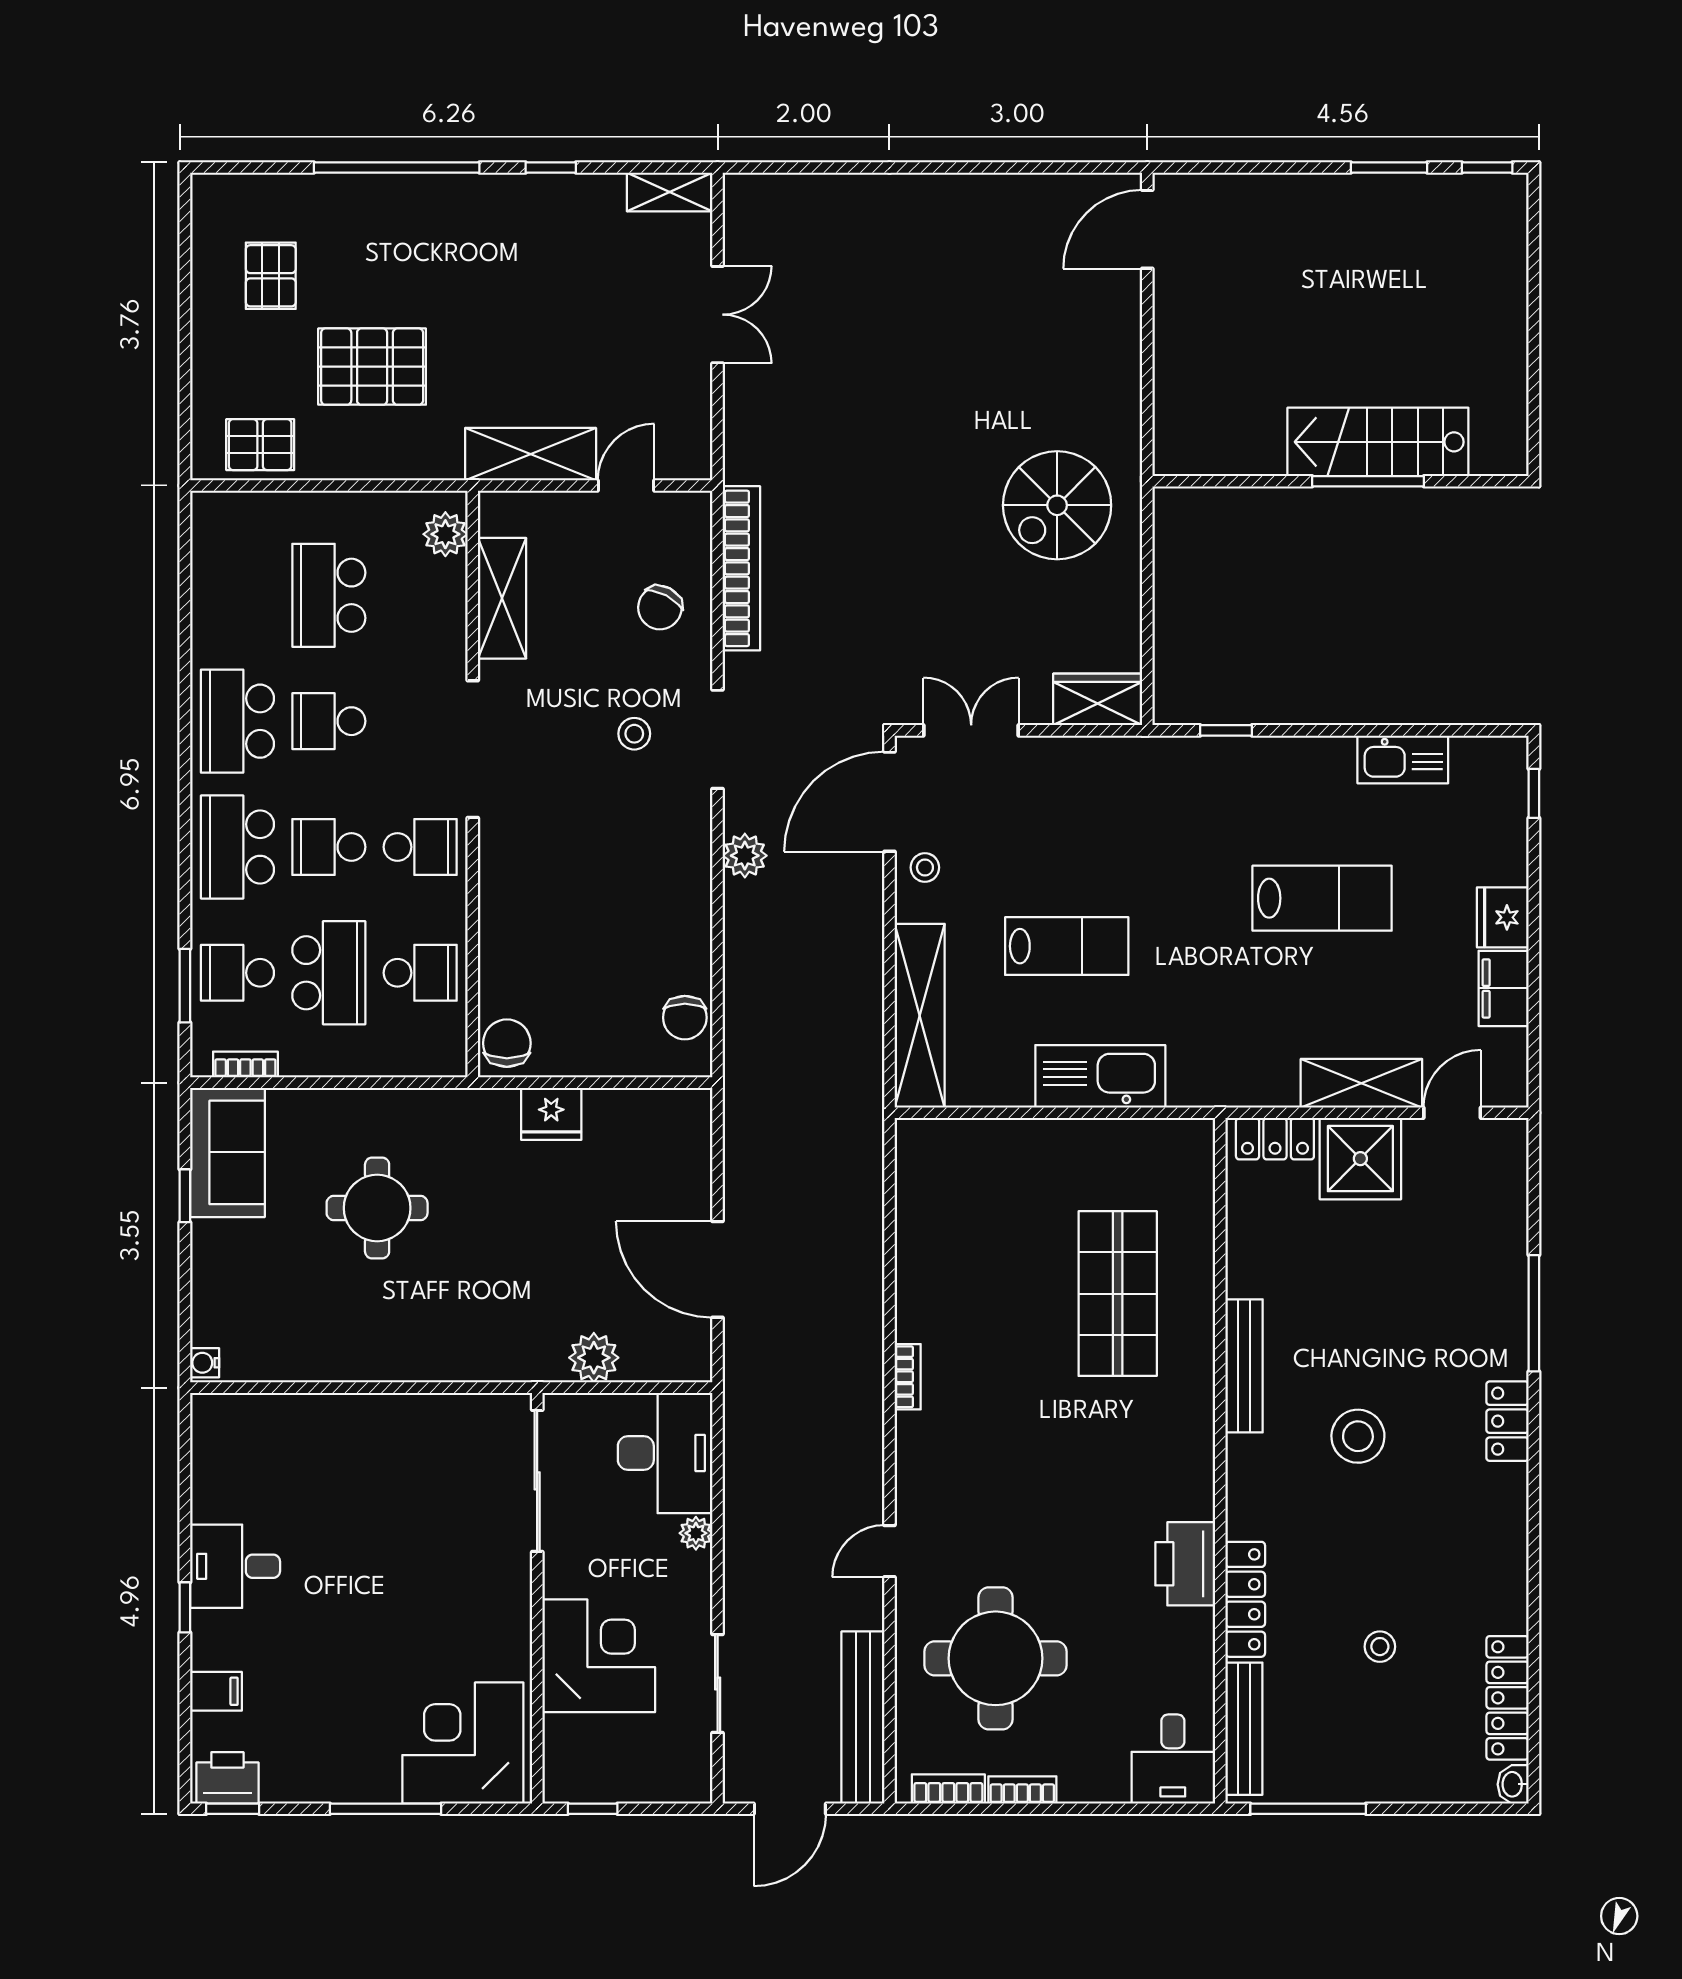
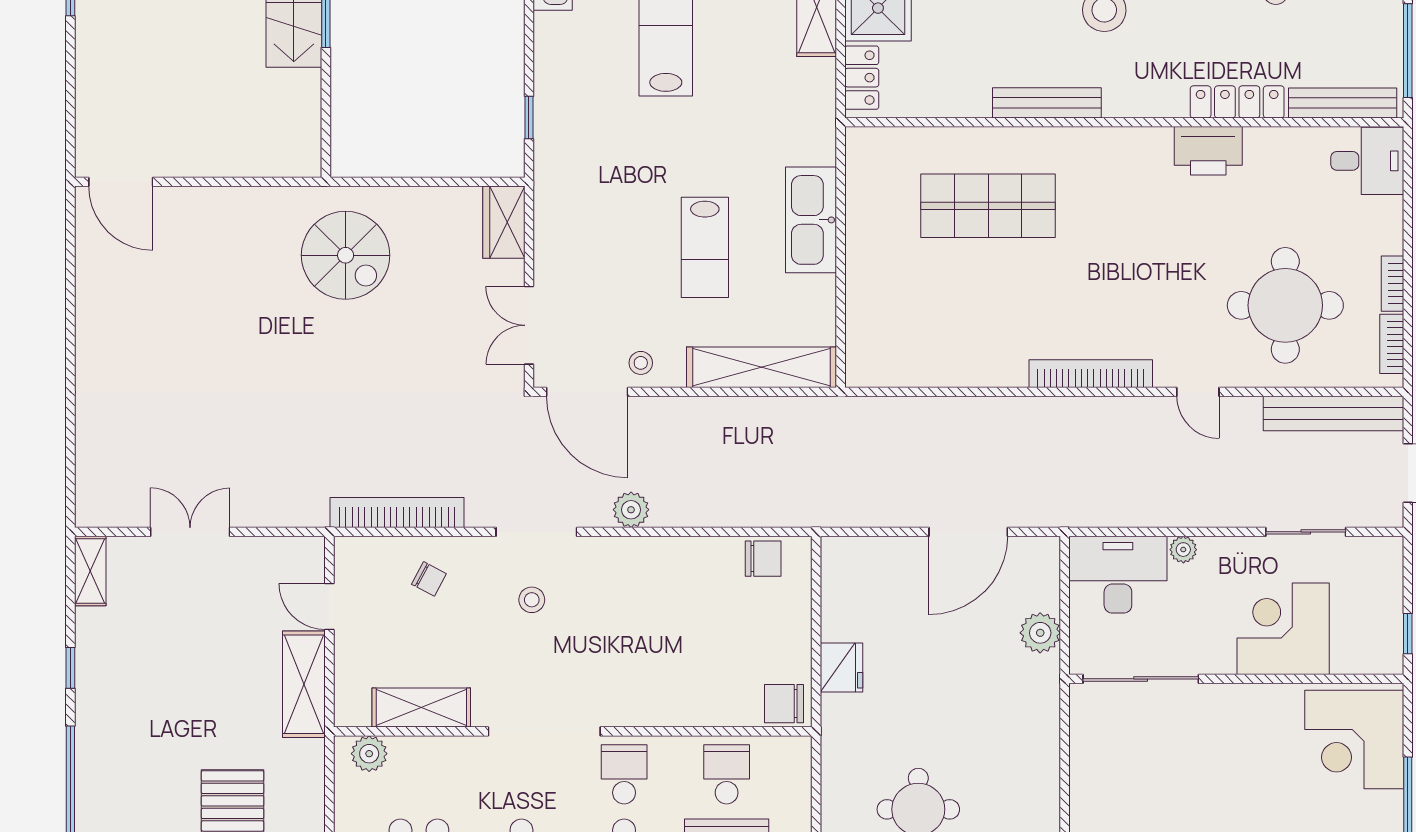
chair: (660, 608) -> (429, 579), width x0.73, depth x0.73
lab bench: (1067, 946) -> (705, 247), turned 180
bookcase: (908, 1377) -> (1091, 374), width x2.31, depth x1.31

